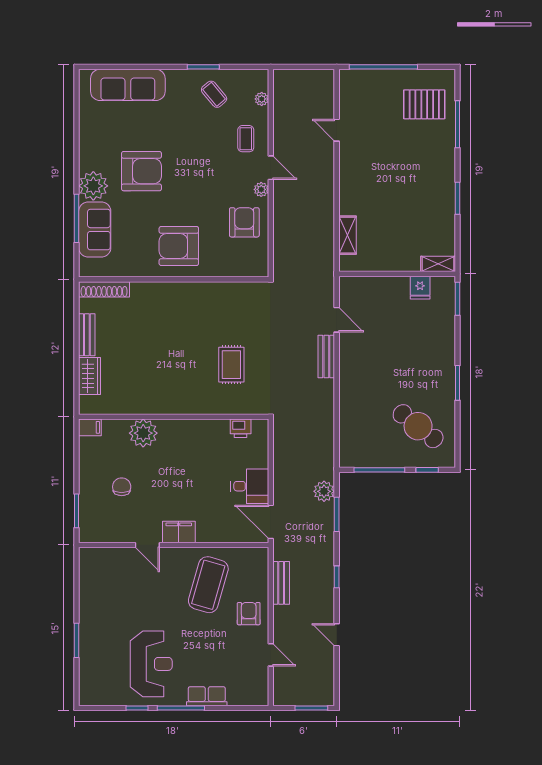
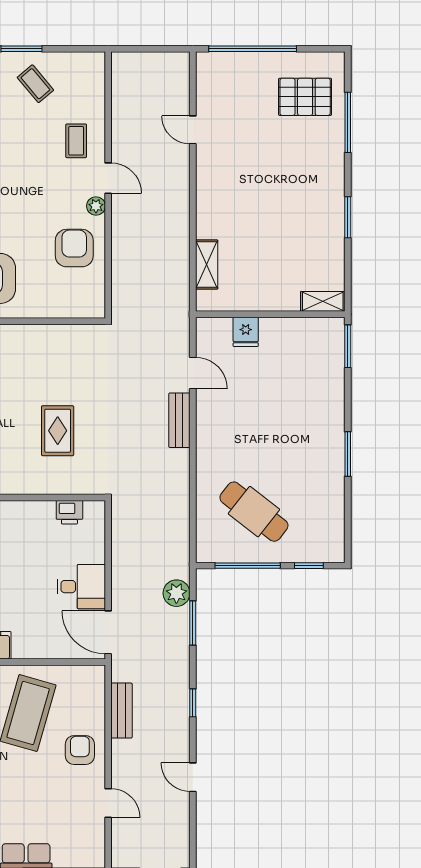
plant: (262, 99) -> (96, 90), removed
fridge: (420, 288) -> (246, 332), moved
cafe table: (418, 426) -> (254, 512), moved

